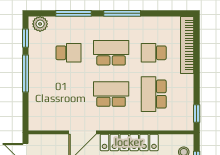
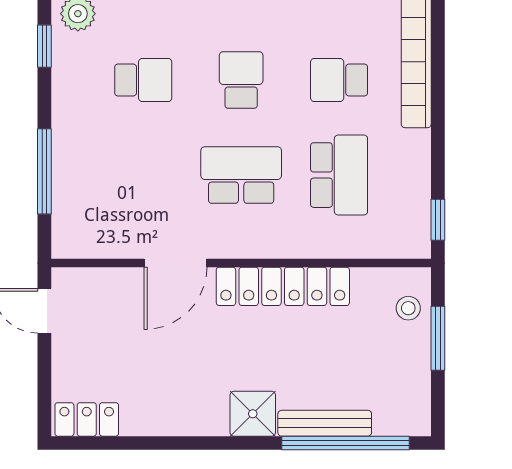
school desk: (111, 53) -> (241, 80), width x0.54
window: (26, 74) -> (44, 171), moved
school desk: (154, 94) -> (339, 175), turned 180

